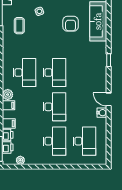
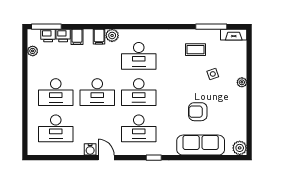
desk: (84, 73) -> (139, 128), added
door: (109, 99) -> (106, 158), hinge flipped

